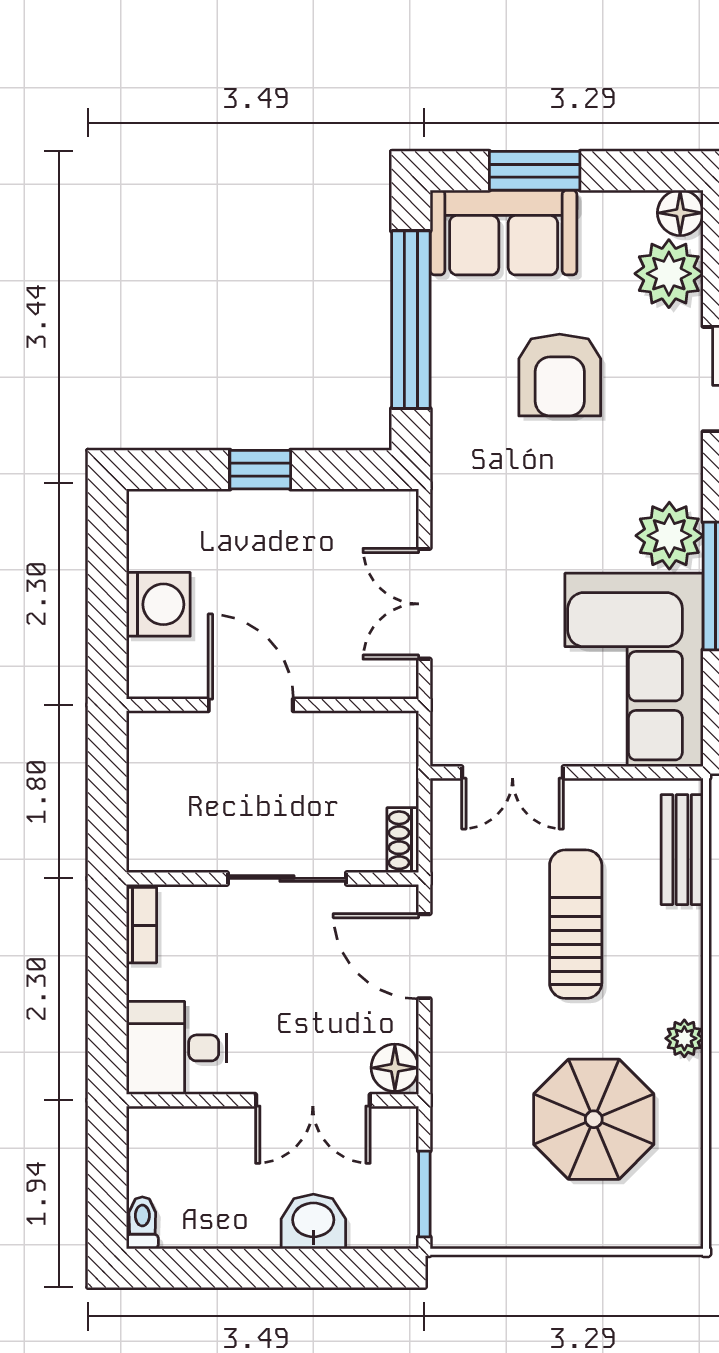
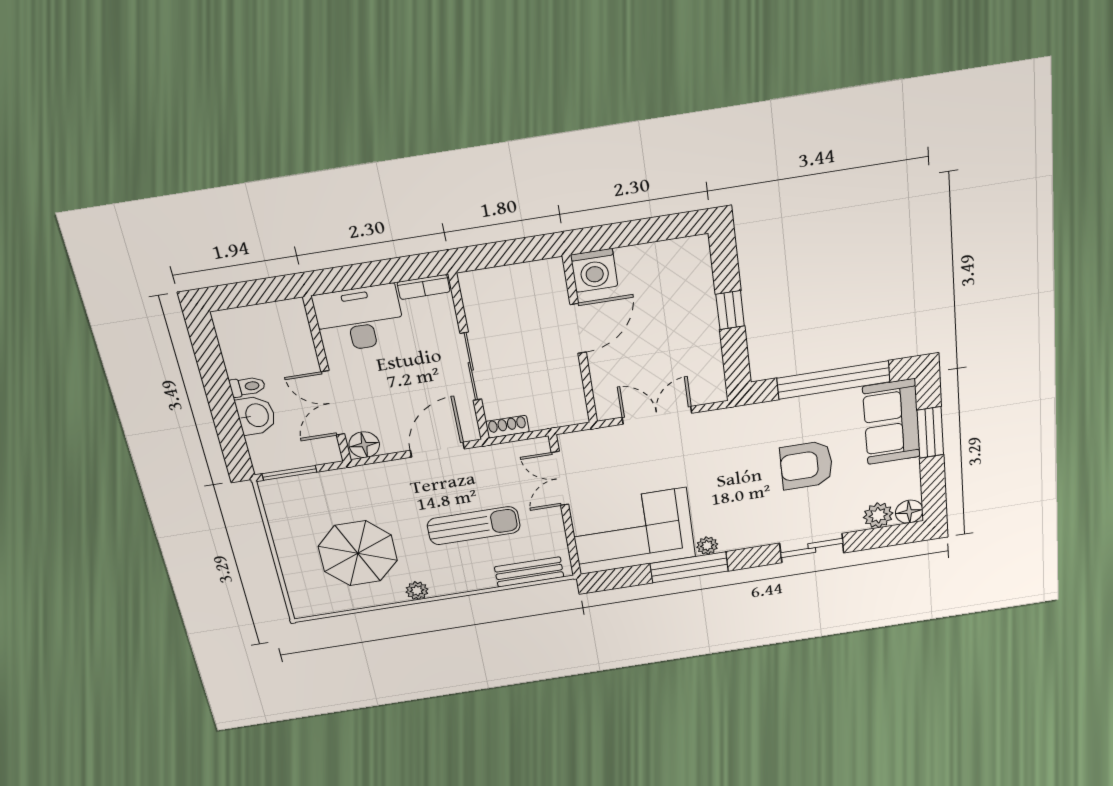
plant: (669, 274) -> (878, 515), width x0.73, depth x0.73
plant: (669, 536) -> (707, 546), width x0.53, depth x0.53
washing machine: (158, 604) -> (594, 270), moved
desk: (177, 1048) -> (359, 318), width x1.37
toilet: (142, 1223) -> (247, 387), moved

